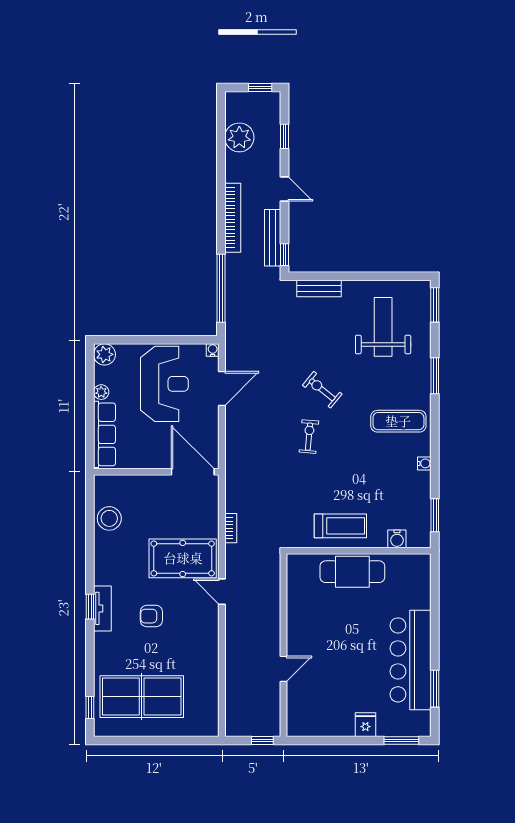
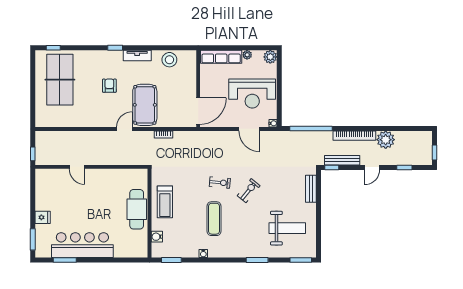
plant: (239, 137) -> (386, 140), moved
exercise mat: (398, 421) -> (214, 219), moved
tv unit: (102, 608) -> (137, 55), moved

